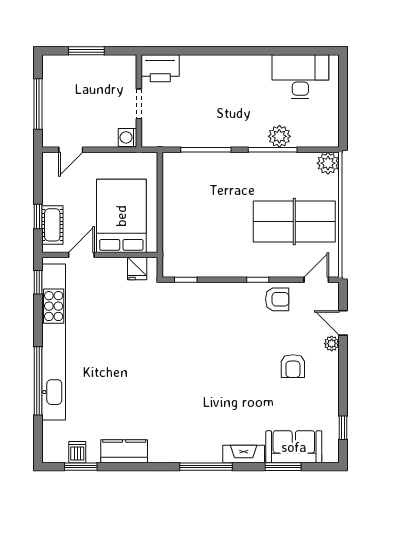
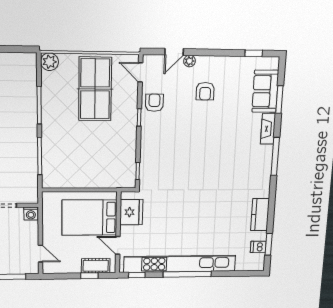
plant: (279, 136) -> (29, 100), removed
fridge: (137, 269) -> (131, 212), width x1.88, depth x1.34
armchair: (293, 366) -> (205, 91), turned 90
window: (38, 381) -> (187, 274), moved

